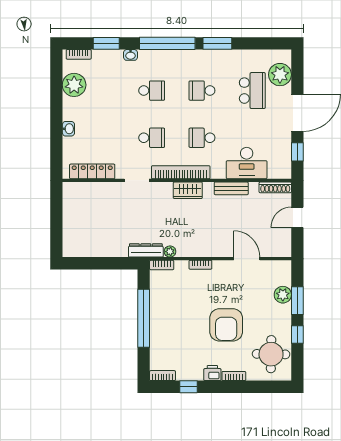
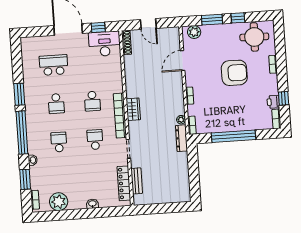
plant: (280, 75) -> (40, 45), removed
desk: (247, 163) -> (105, 44), moved, turned -90
bench: (231, 188) -> (137, 181), moved
plant: (283, 295) -> (194, 32), moved
printer: (212, 373) -> (273, 102), moved

